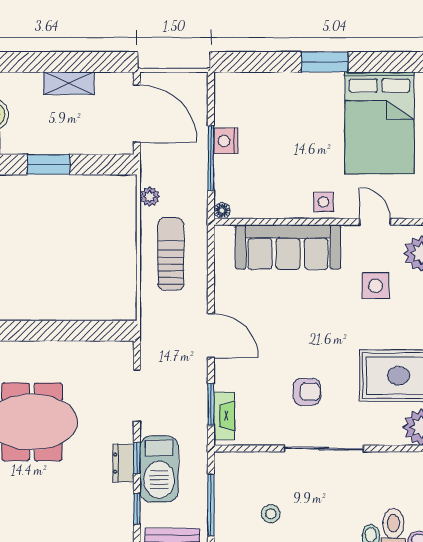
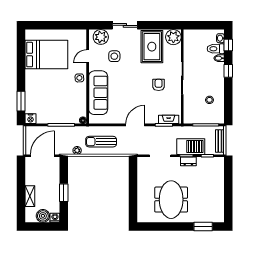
window: (325, 62) -> (21, 101), moved
shelving: (69, 83) -> (30, 196), moved
nightstand: (226, 141) -> (31, 119), moved

